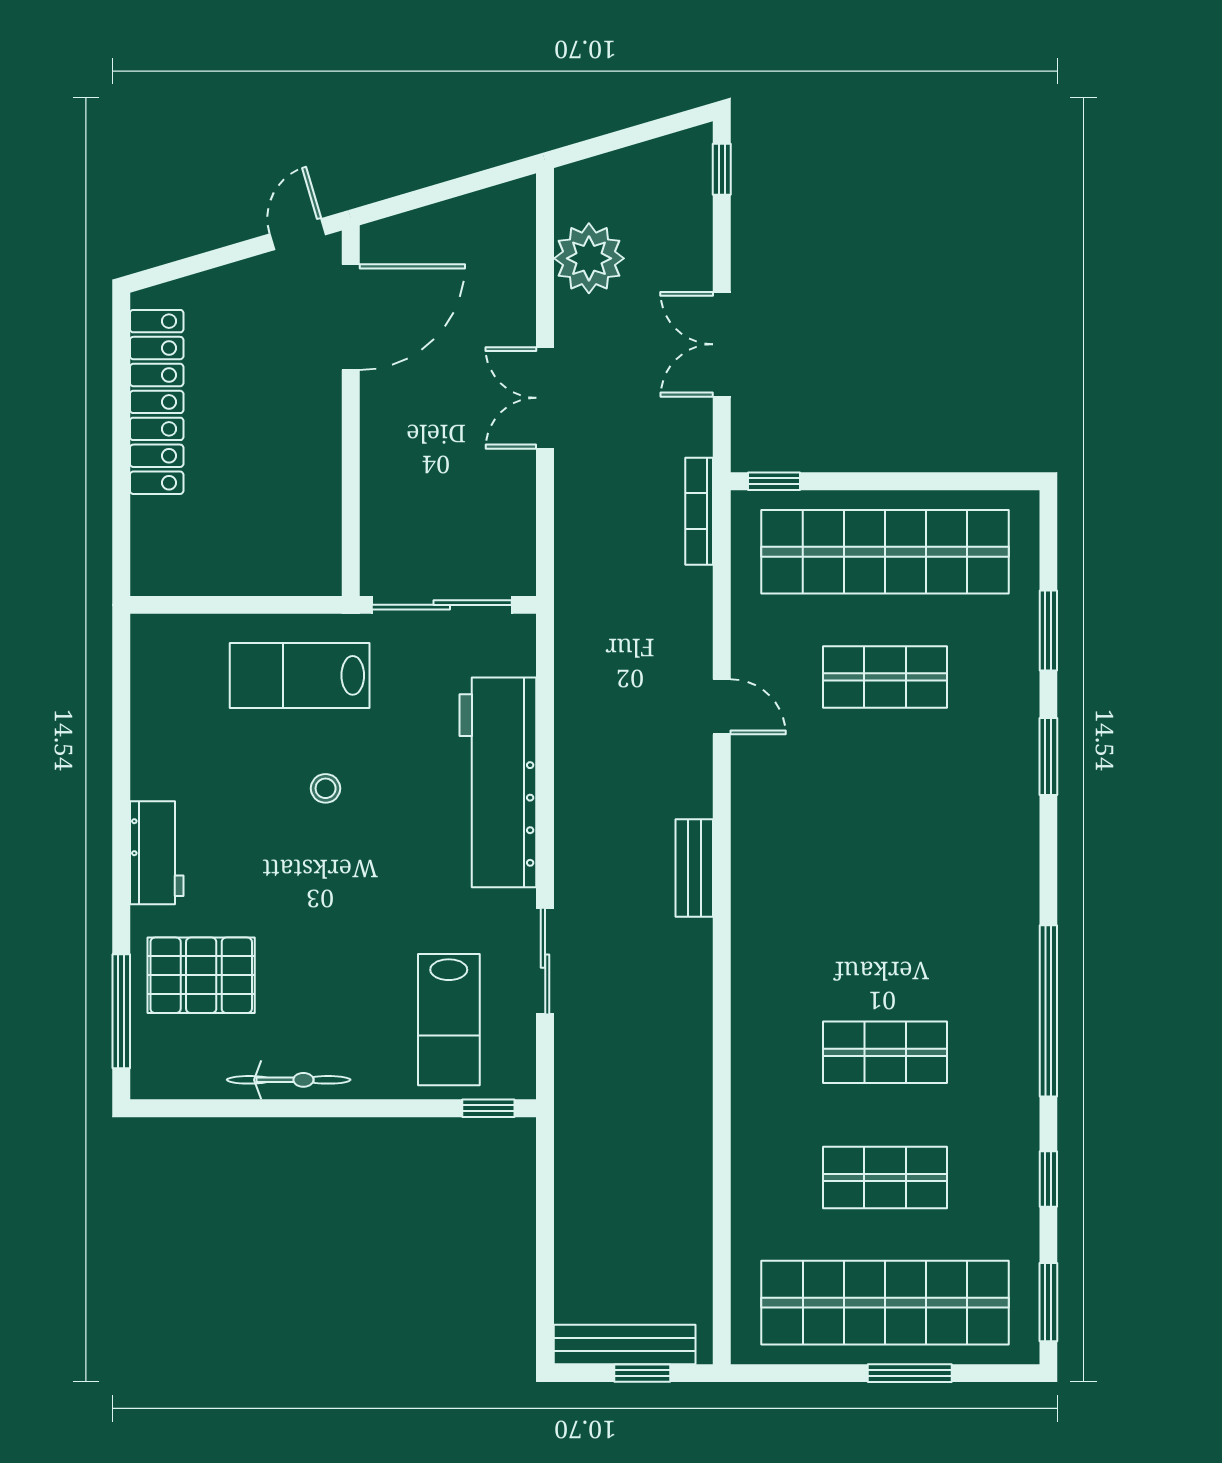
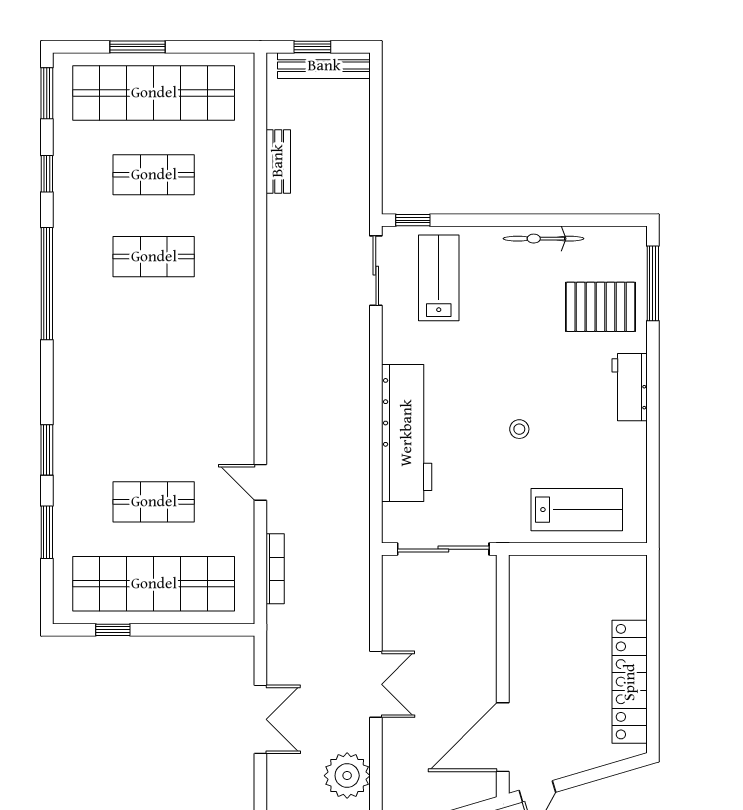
window: (774, 481) -> (113, 630), moved
bookcase: (699, 511) -> (275, 569), moved
lab bench: (300, 675) -> (577, 510), moved
bench: (694, 868) -> (278, 161), moved
sliding door: (545, 961) -> (376, 271), moved

